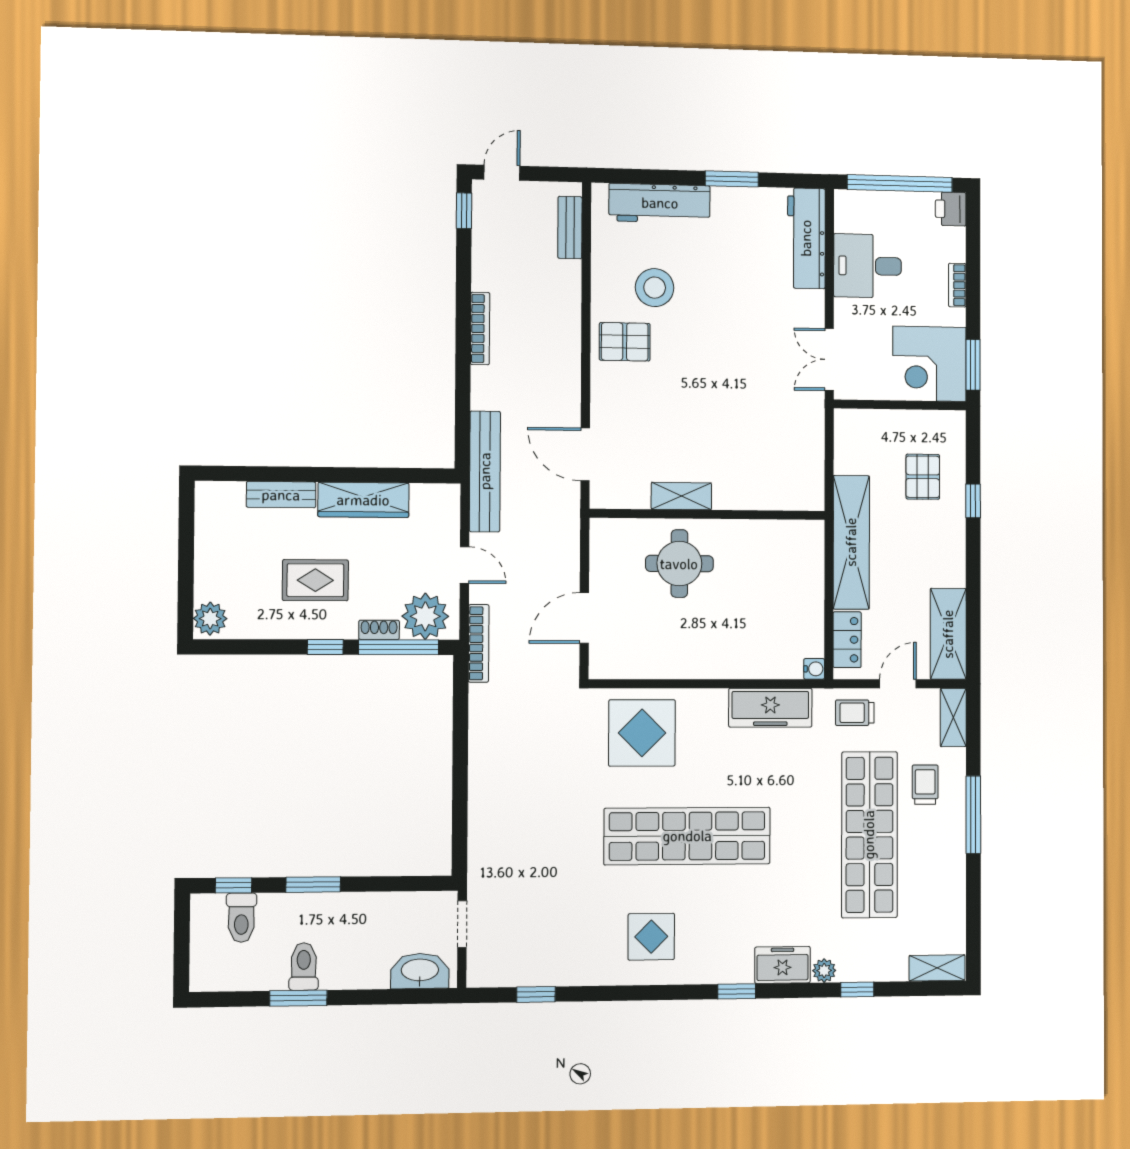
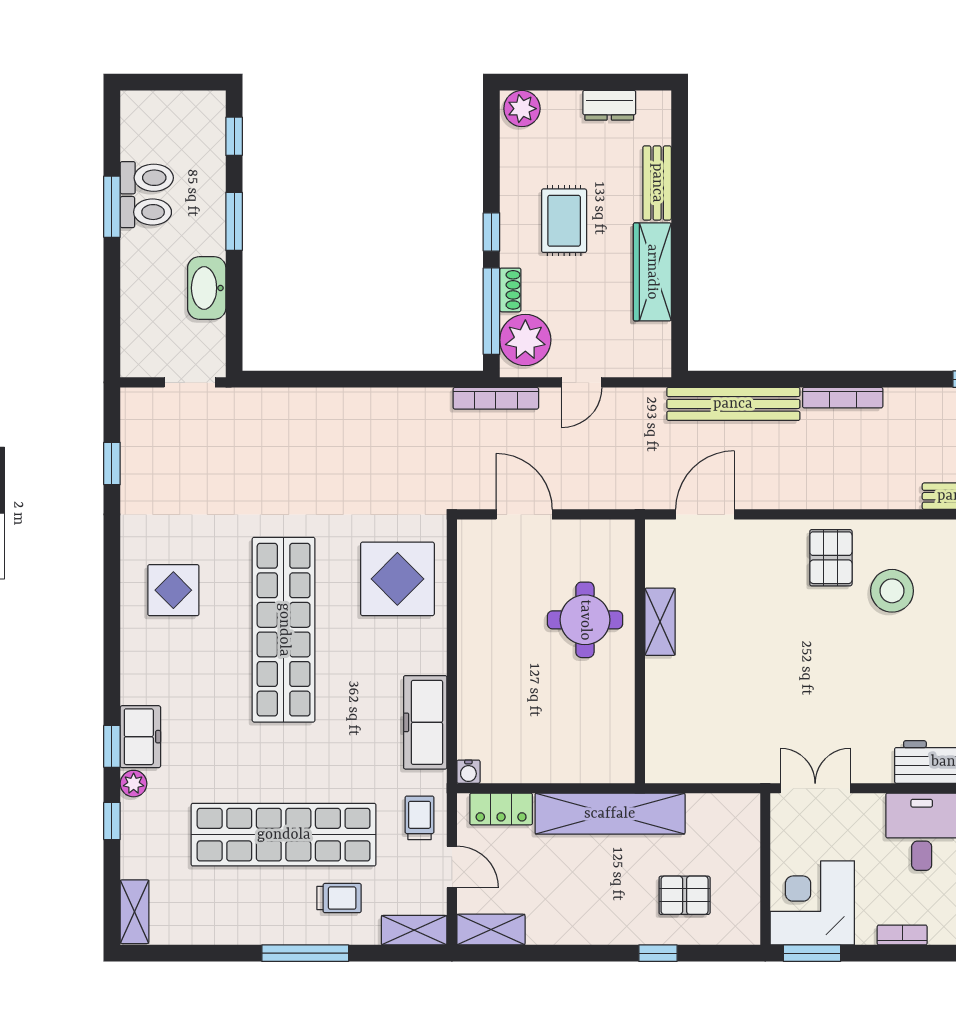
bench: (485, 471) -> (733, 404), moved
dresser: (208, 538) -> (609, 105), added
shelving: (948, 634) -> (491, 930), width x0.67, depth x0.75
toilet: (241, 918) -> (147, 178), moved, turned 180
washbasin: (420, 971) -> (207, 288), moved, turned 180
window: (737, 991) -> (112, 746), moved

